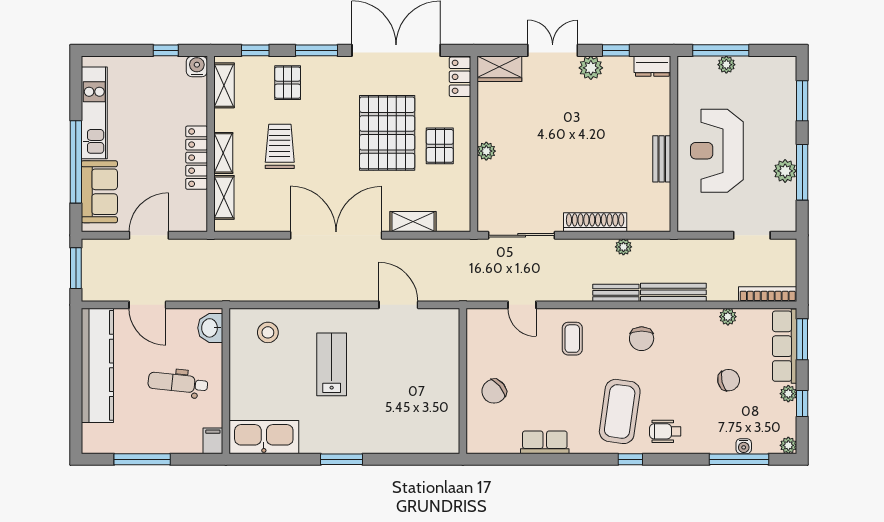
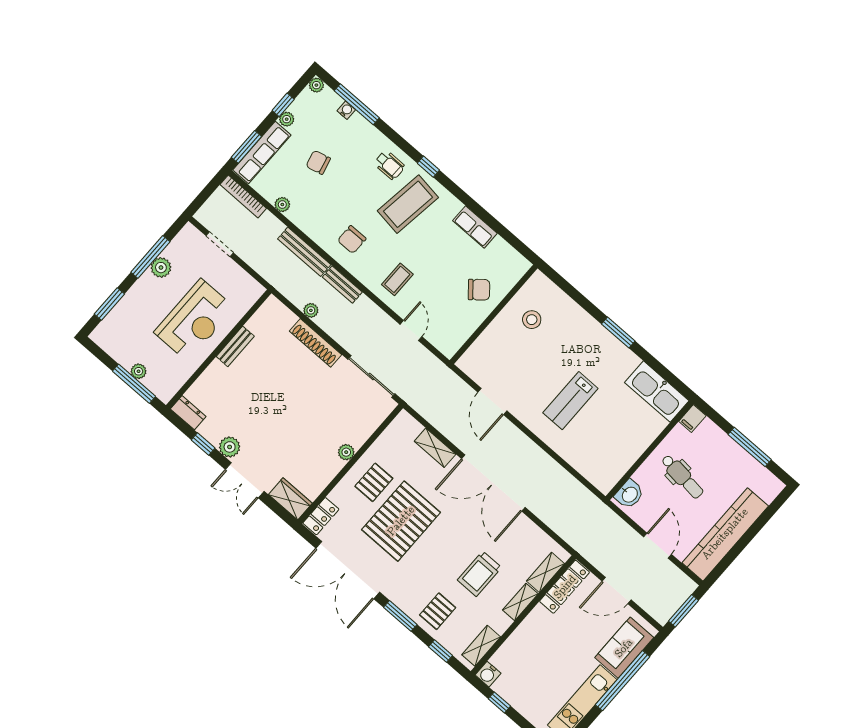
locker: (197, 158) -> (565, 587), moved
stool: (268, 332) -> (532, 320), moved
chair: (642, 339) -> (352, 240), turned 180

